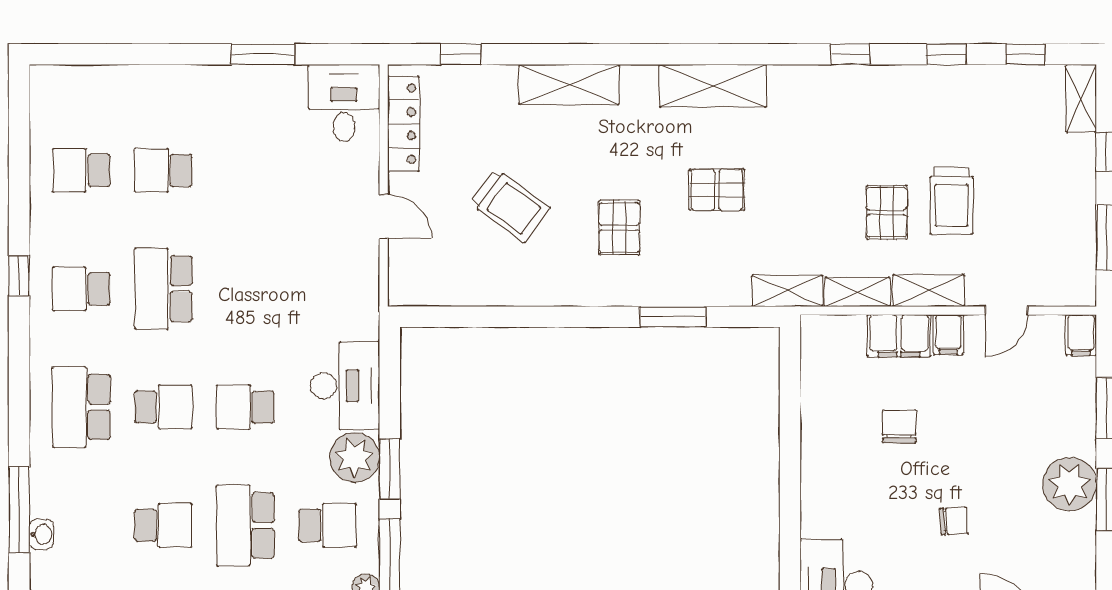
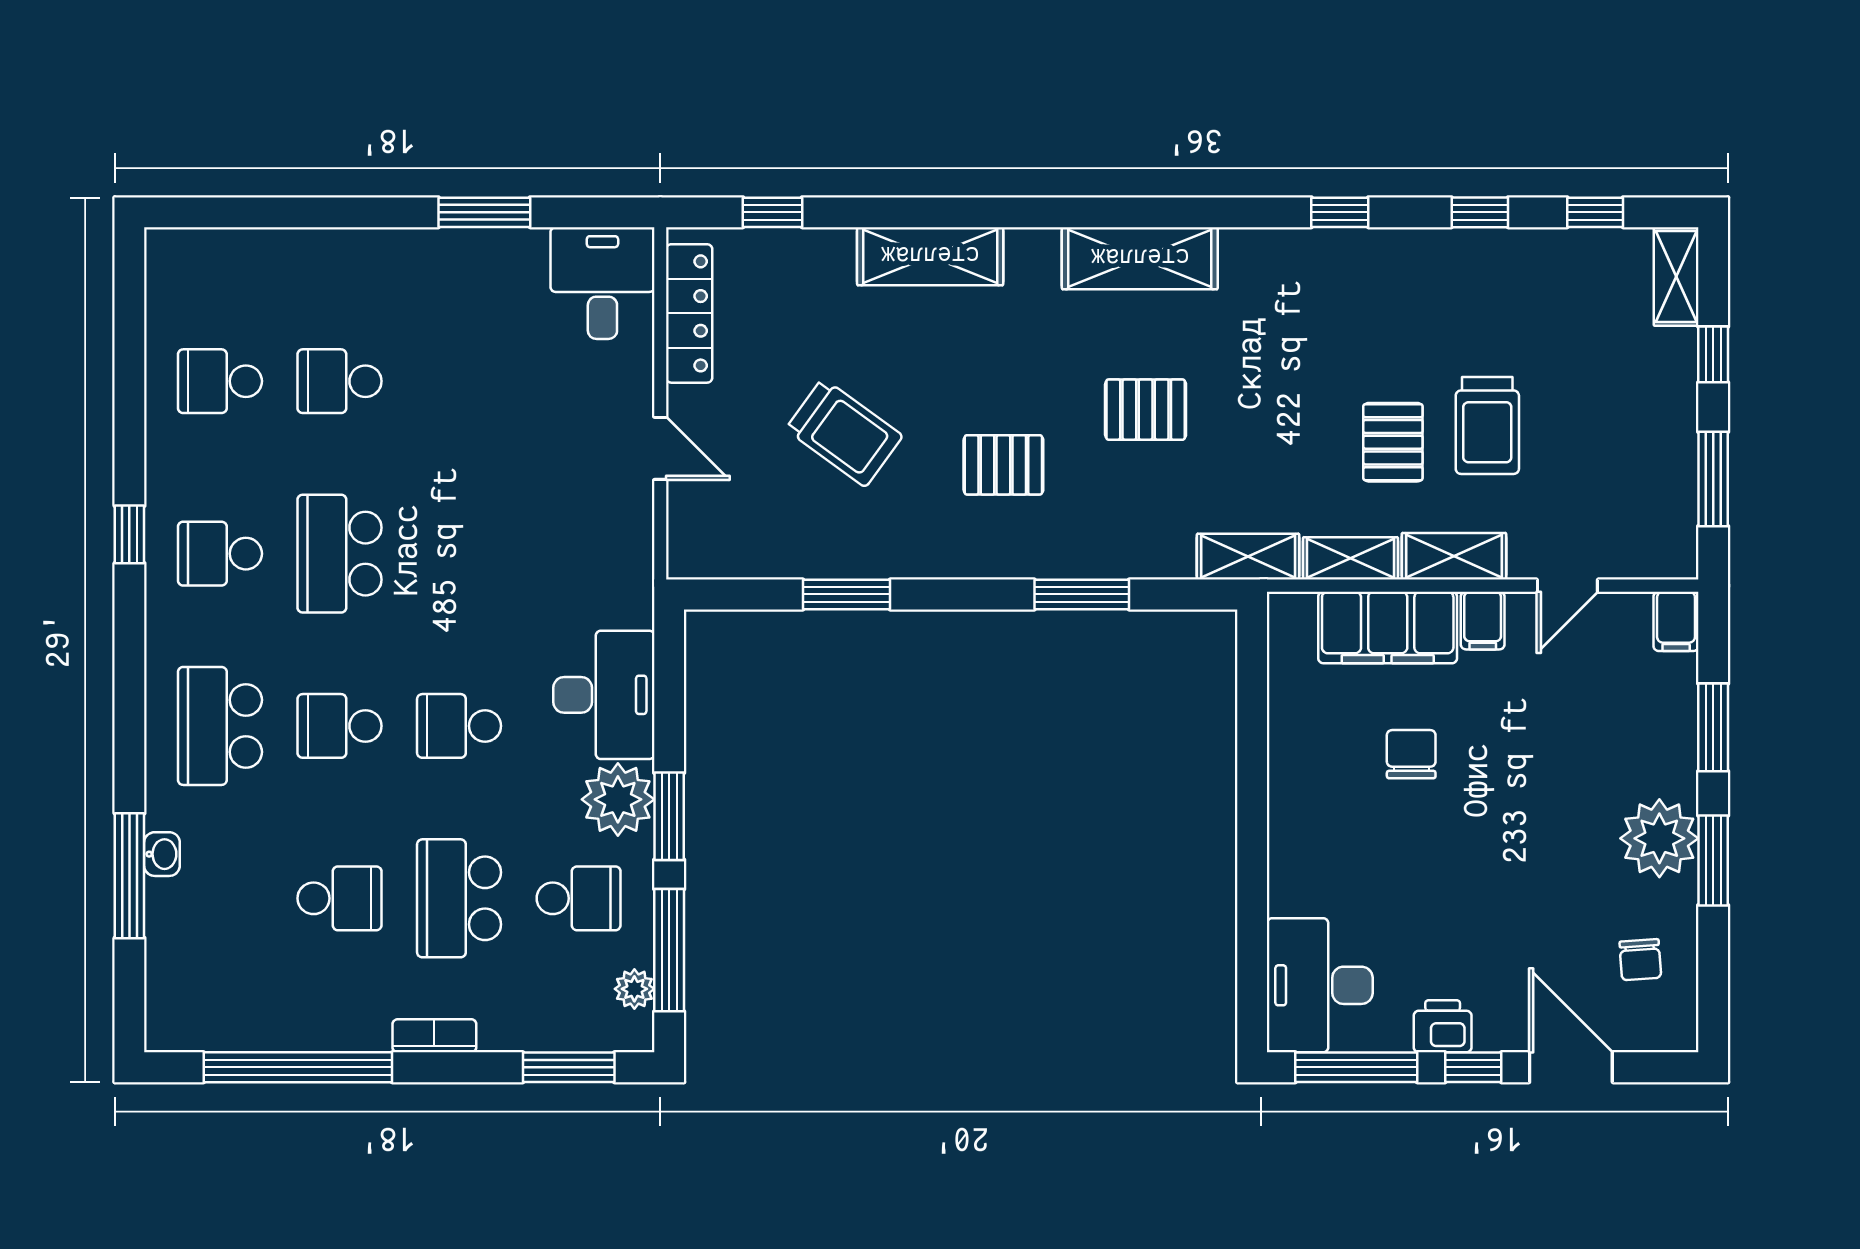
pallet: (619, 228) -> (1003, 465), turned 90
window: (511, 317) -> (846, 594), added
filing cabinet: (899, 336) -> (1388, 627), width x1.50, depth x1.17
school desk: (163, 407) -> (339, 726), turned 180
chair: (954, 521) -> (1640, 960), moved, turned 89
washbasin: (41, 534) -> (162, 854), moved

